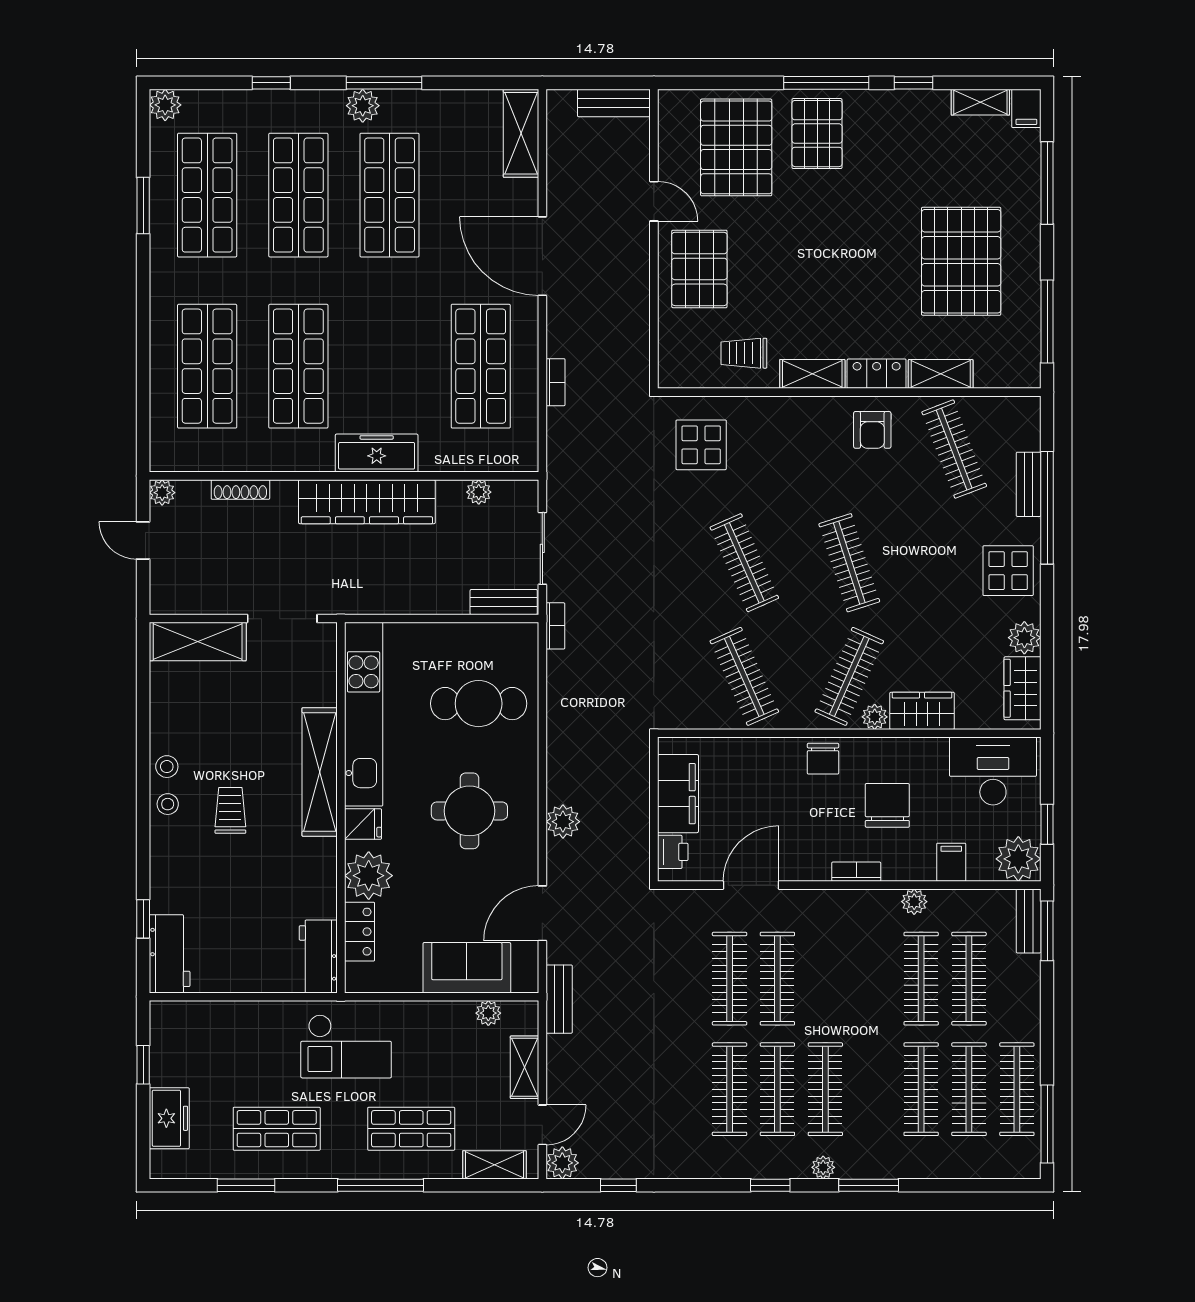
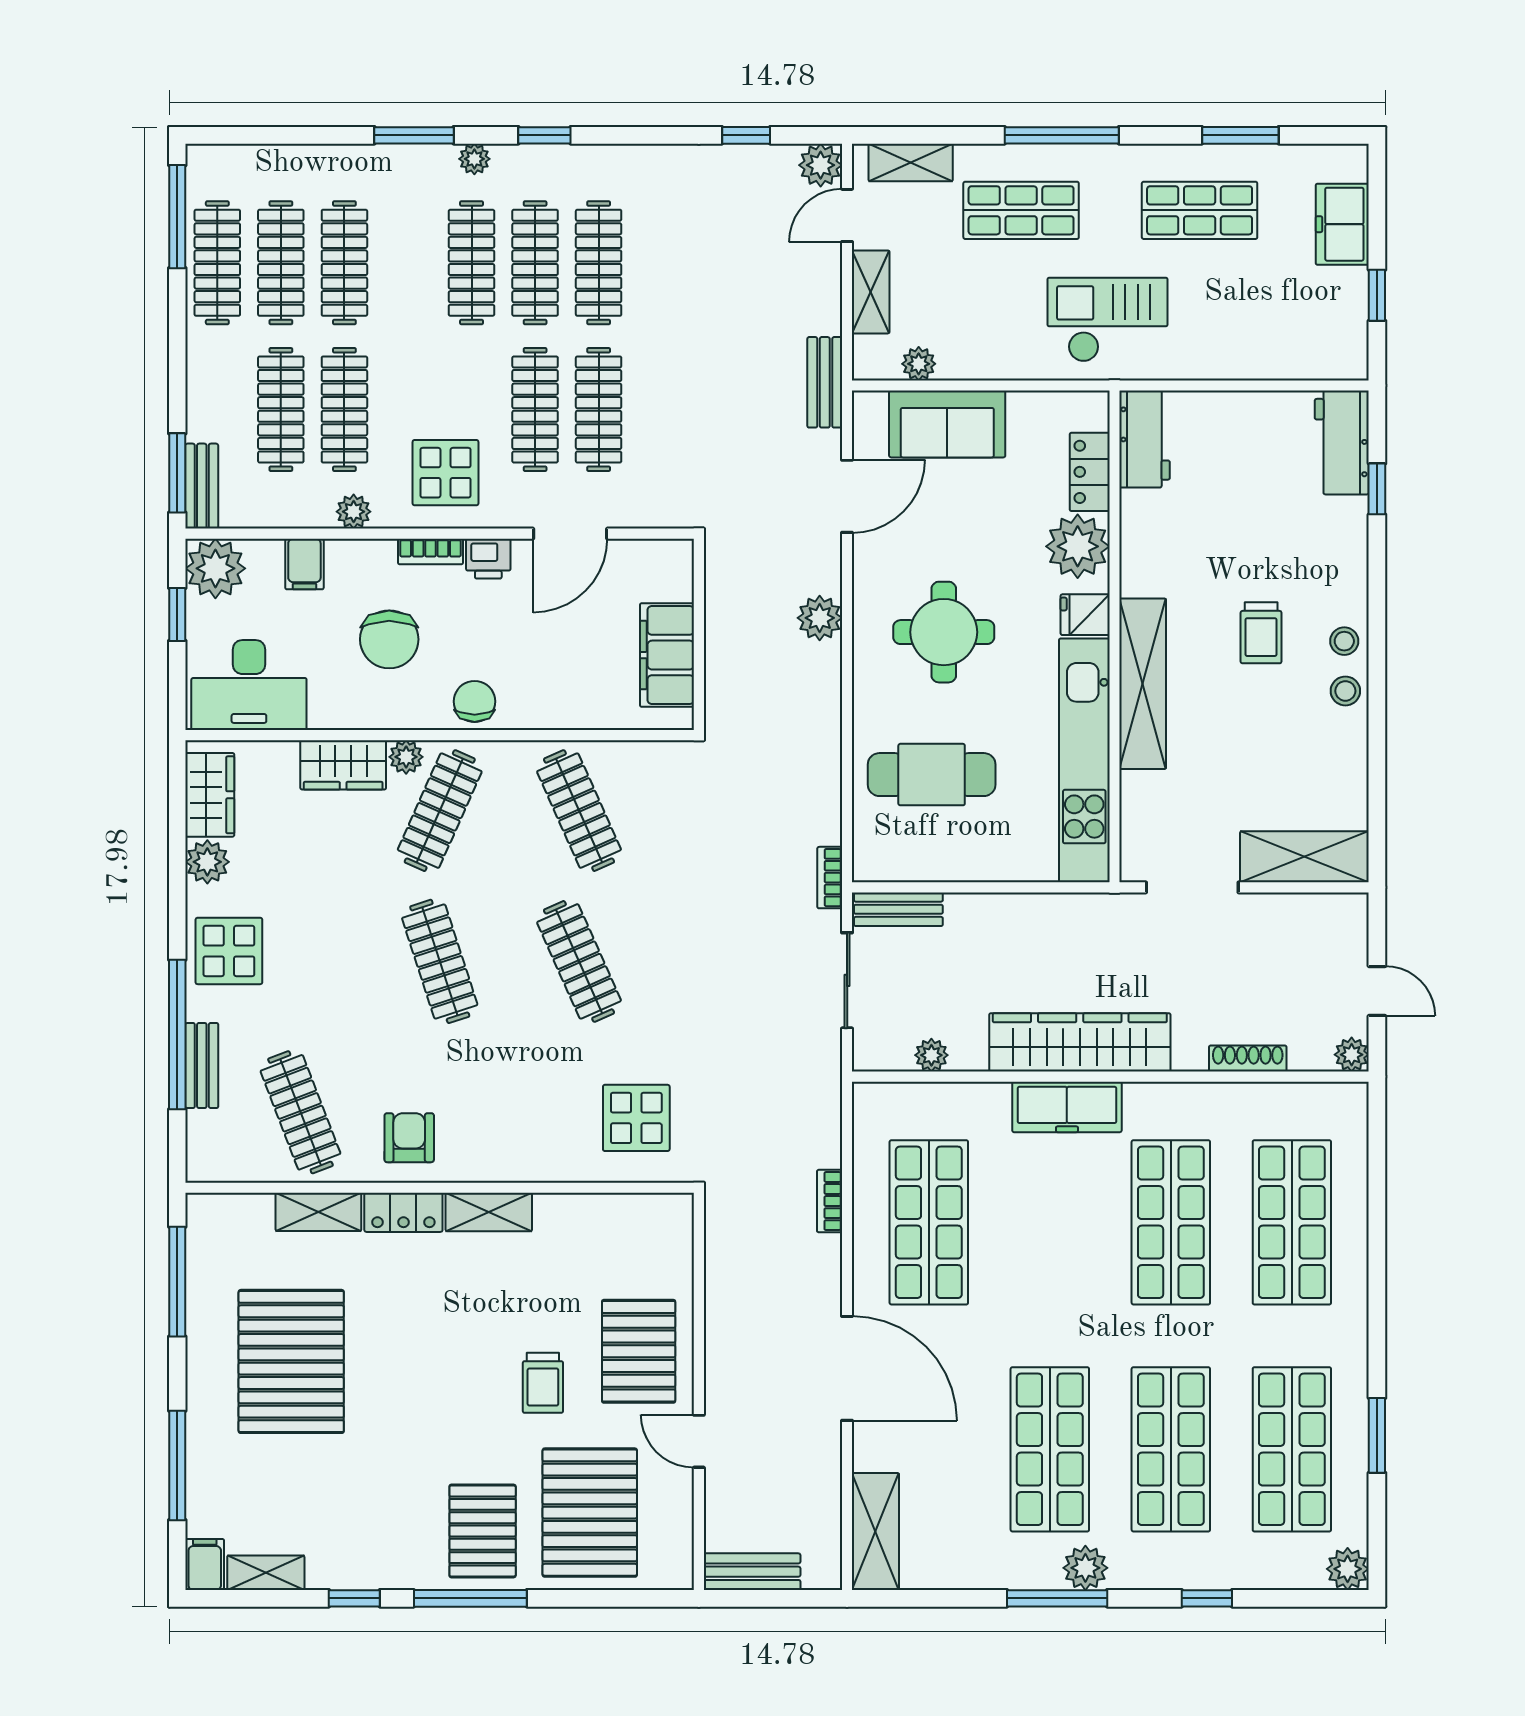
trolley: (744, 353) -> (543, 1383), moved, turned 90
printer: (673, 852) -> (488, 559), moved, turned -90
display table: (845, 931) -> (446, 473), added

